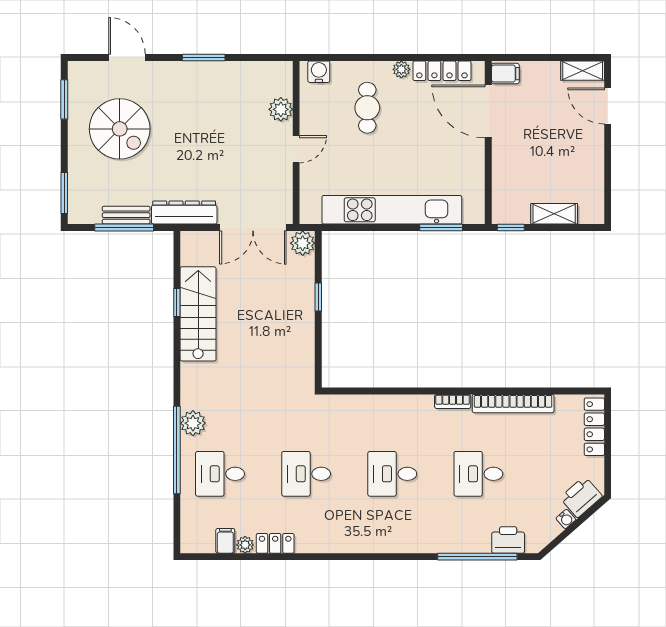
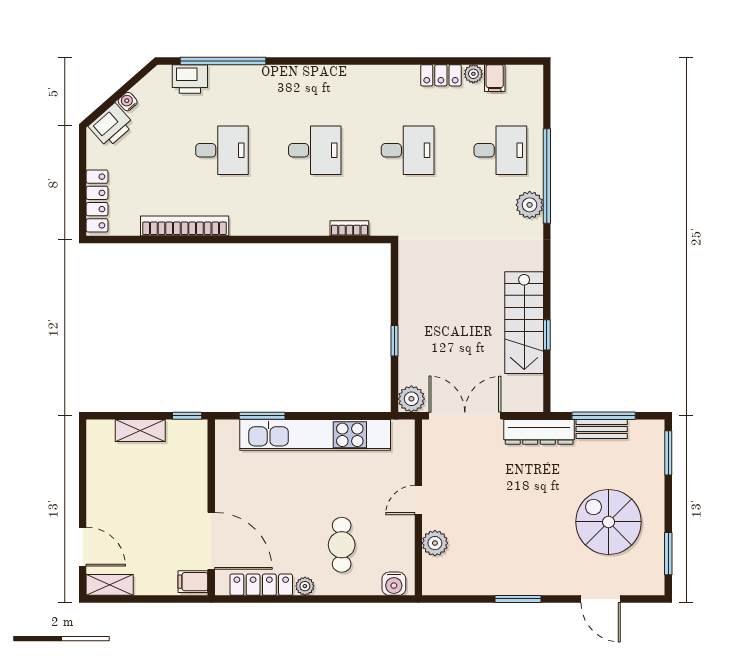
bookcase: (453, 401) -> (349, 228), moved

